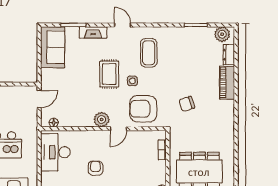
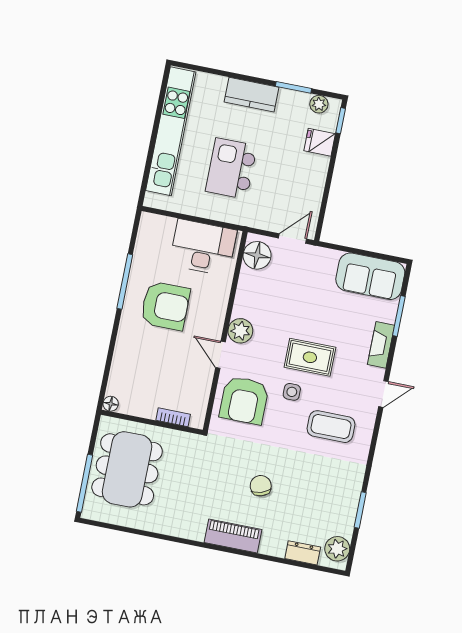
piano: (227, 83) -> (233, 536), moved
door: (39, 99) -> (293, 239), swing flipped
chair: (187, 104) -> (261, 486), moved
armchair: (143, 109) -> (244, 400), turned 180
floor lamp: (54, 123) -> (257, 255), width x1.89, depth x1.89
armchair: (95, 168) -> (165, 306), width x1.88, depth x1.88

